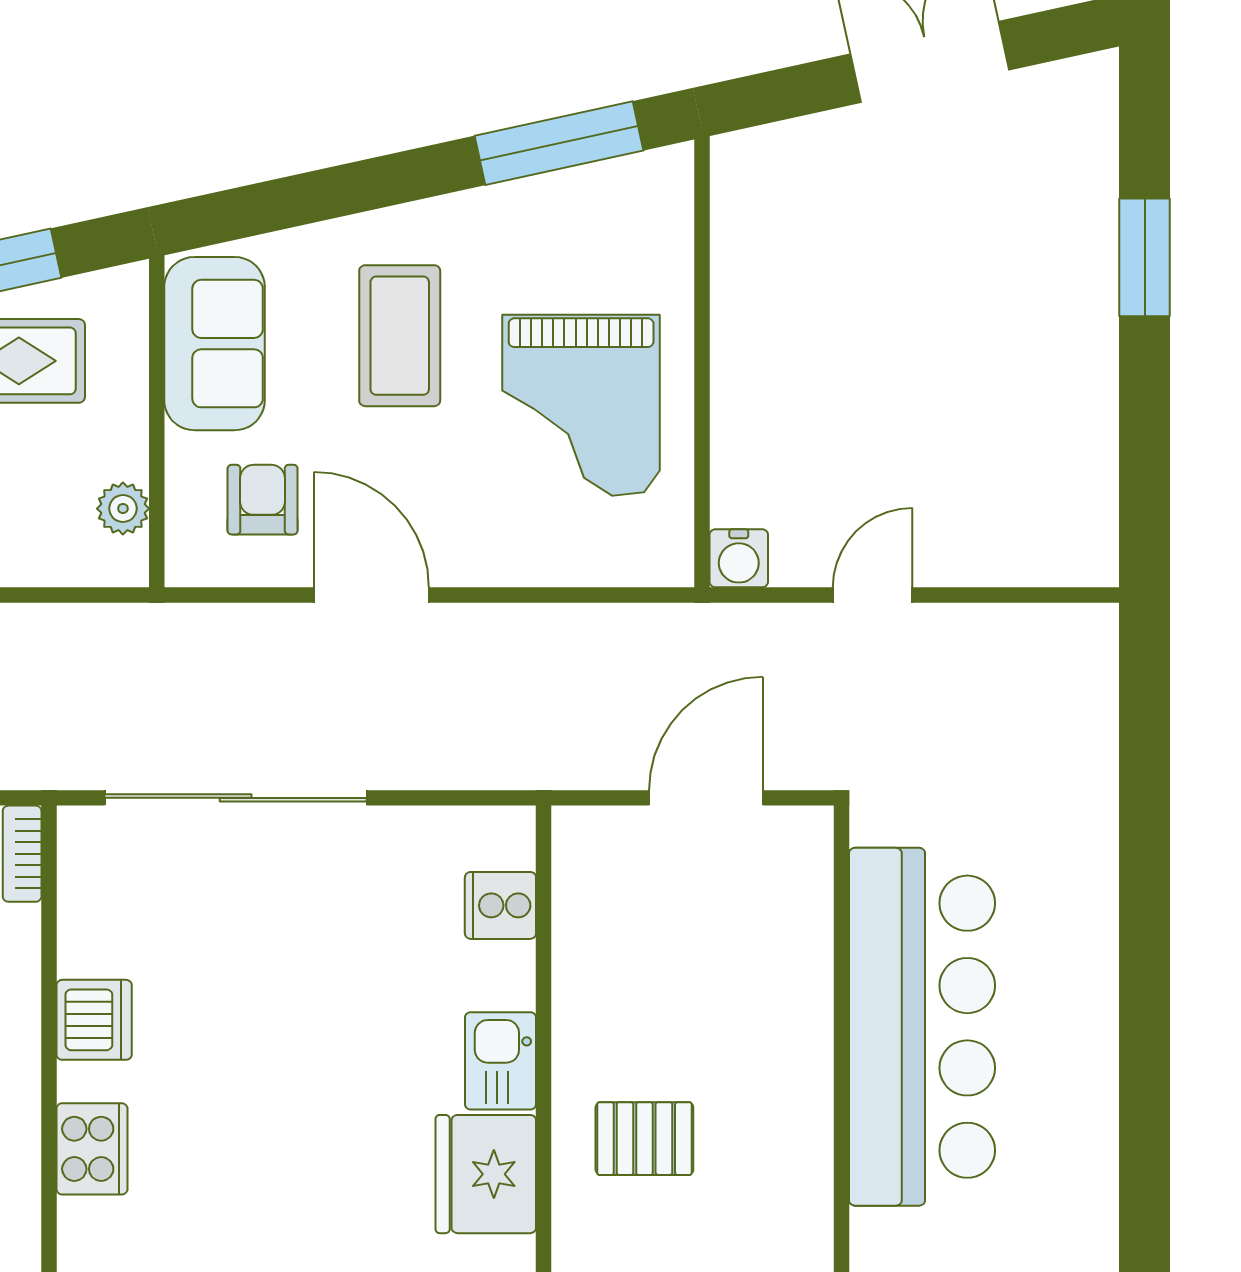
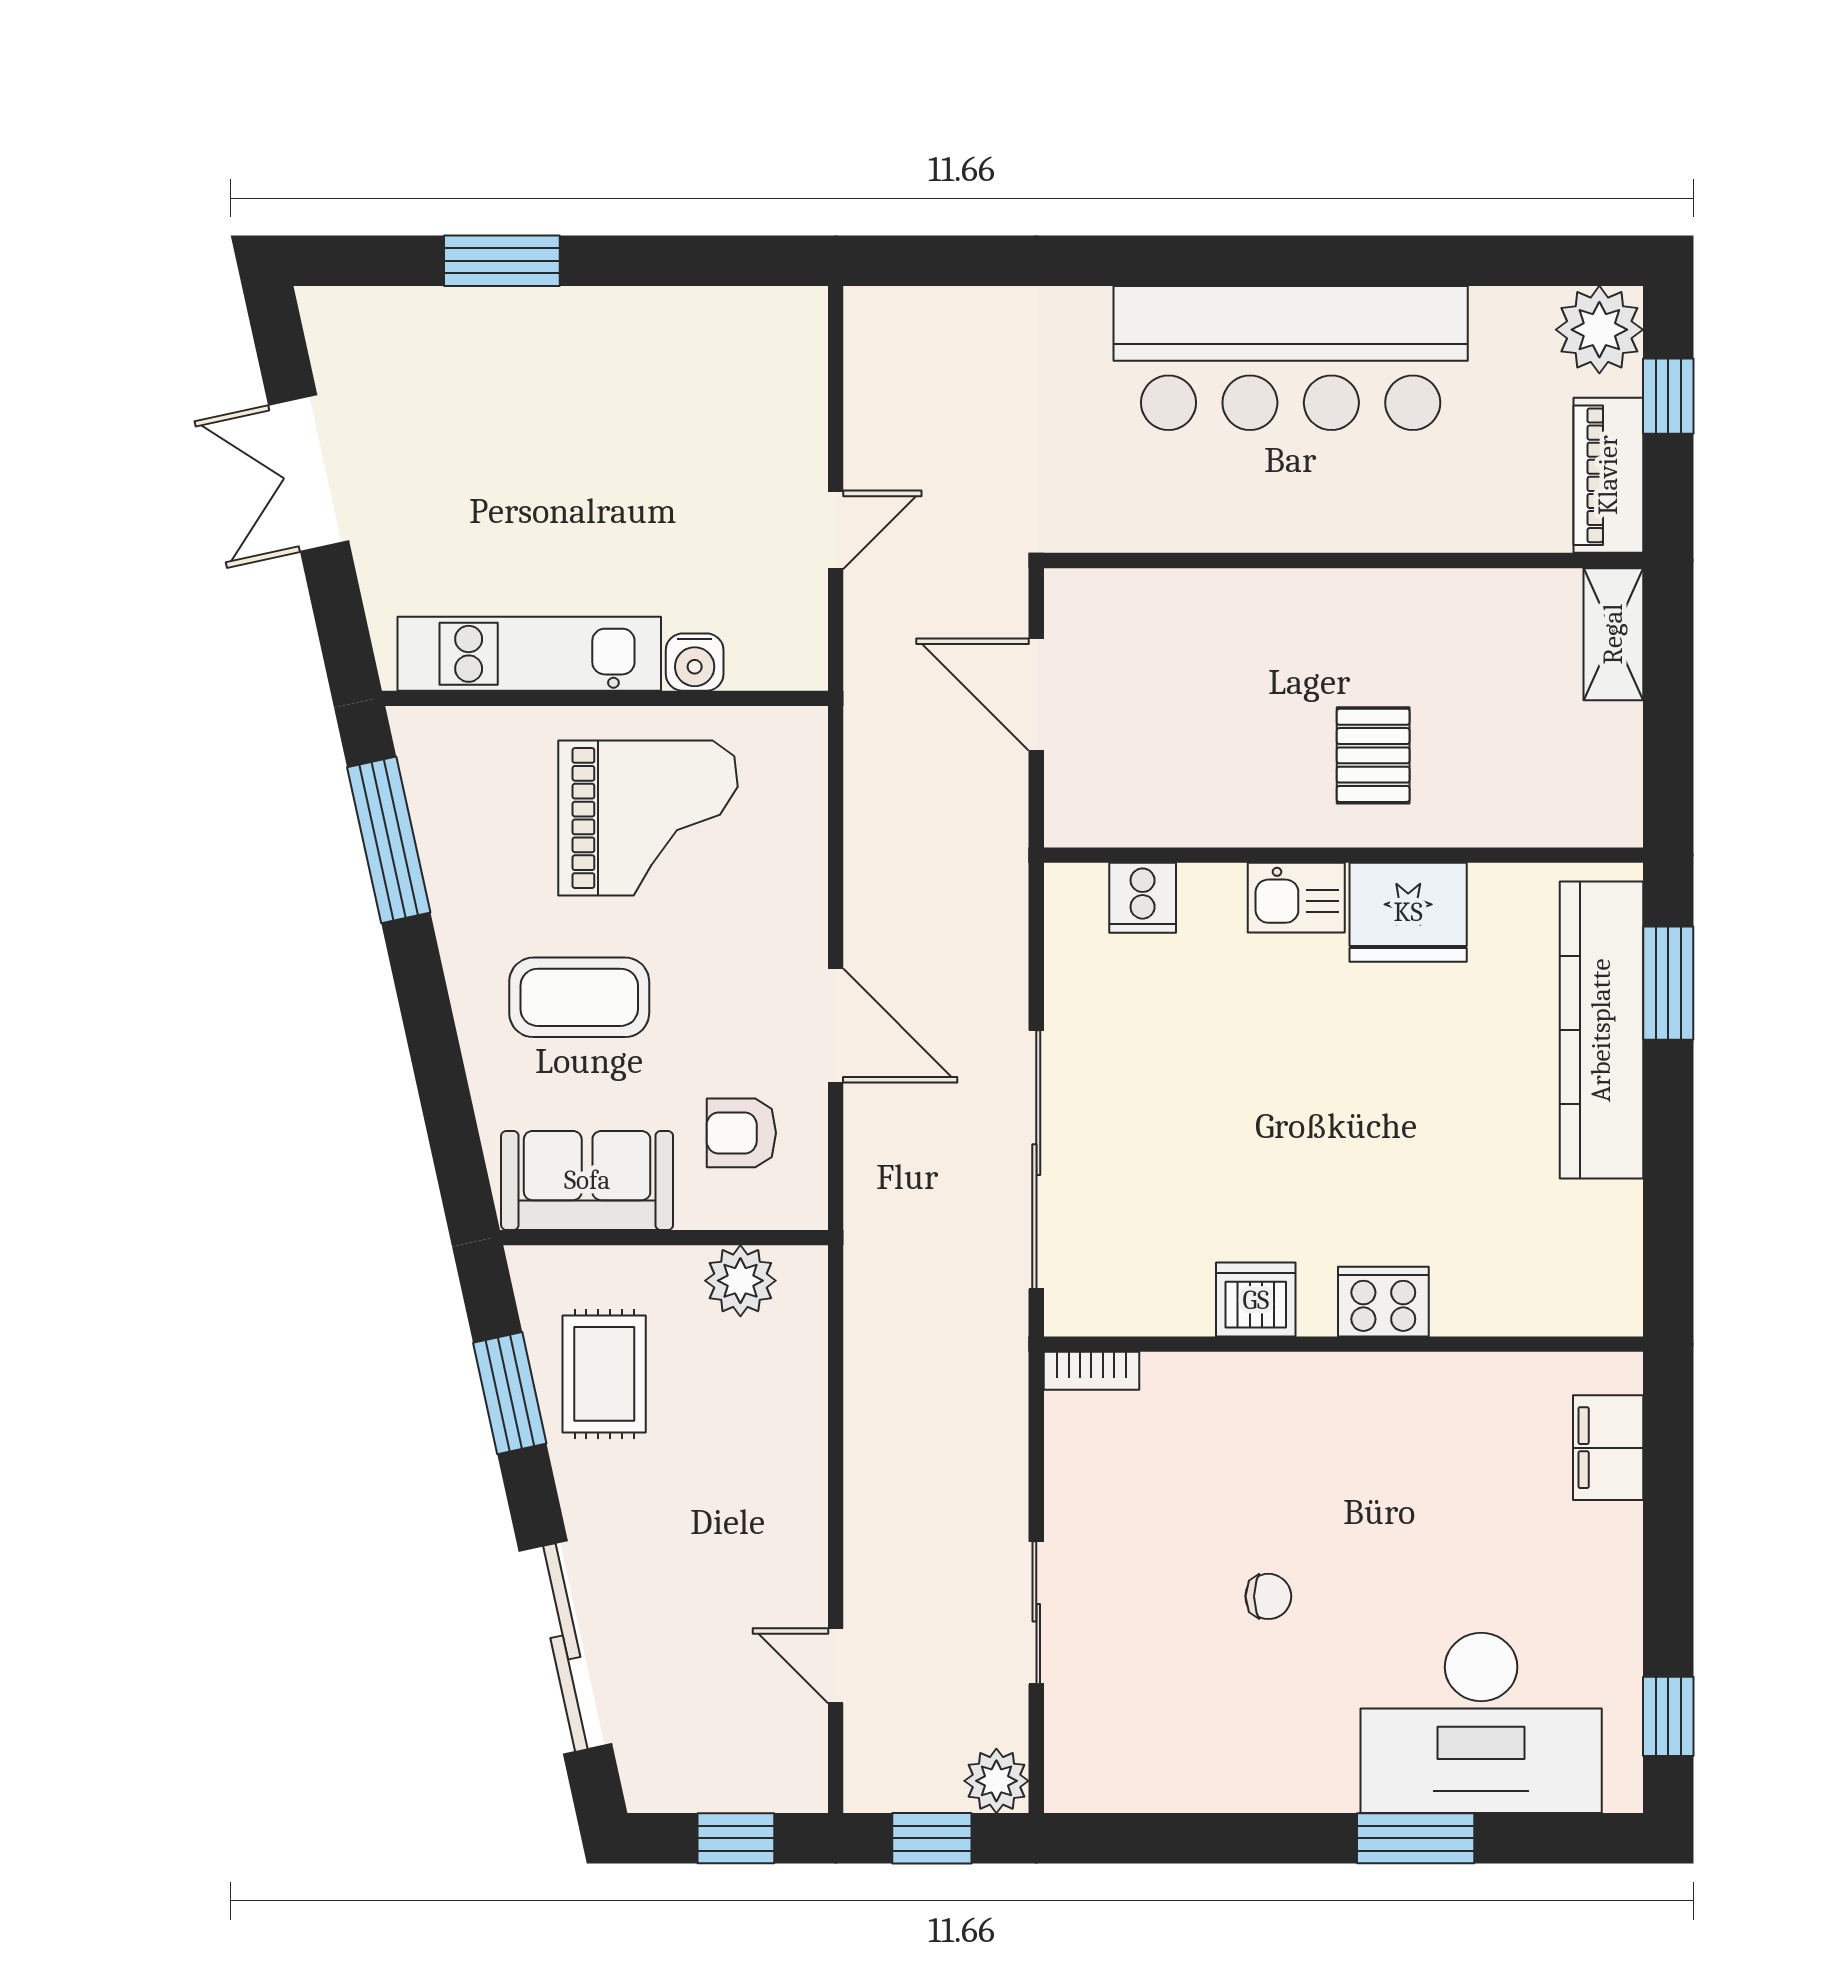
kitchen unit: (747, 285) -> (529, 654), added
plant: (123, 509) -> (740, 1281), width x1.38, depth x1.38
water cooler: (739, 558) -> (695, 662), moved, turned 90
door: (371, 595) -> (836, 1025), swing flipped
door: (873, 595) -> (836, 530), swing flipped
bar counter: (922, 1027) -> (1291, 358), moved, turned 180

